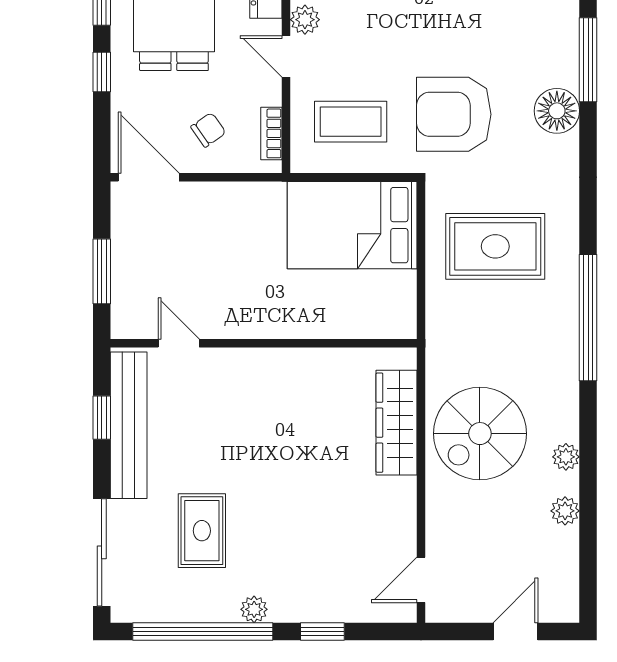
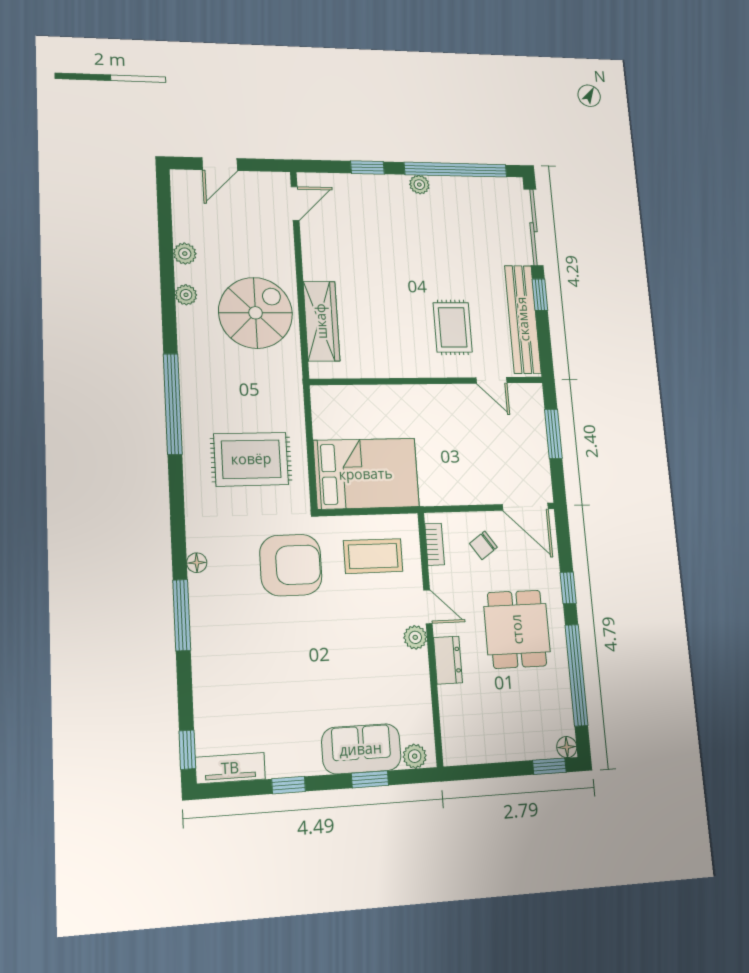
floor lamp: (557, 111) -> (197, 563), width x0.53, depth x0.53
window: (102, 418) -> (540, 295), moved
rug: (202, 531) -> (453, 327), moved

